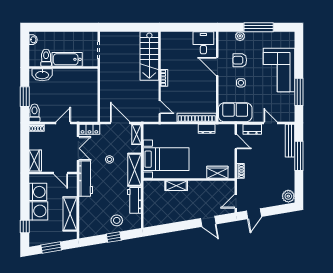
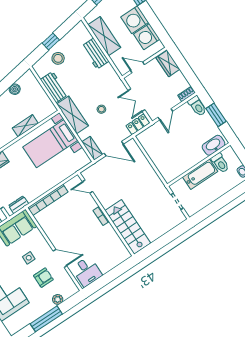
dresser: (207, 129) -> (19, 205), moved
workbench: (86, 179) -> (95, 54), moved, width x0.73
boiler: (166, 219) -> (15, 89), added

